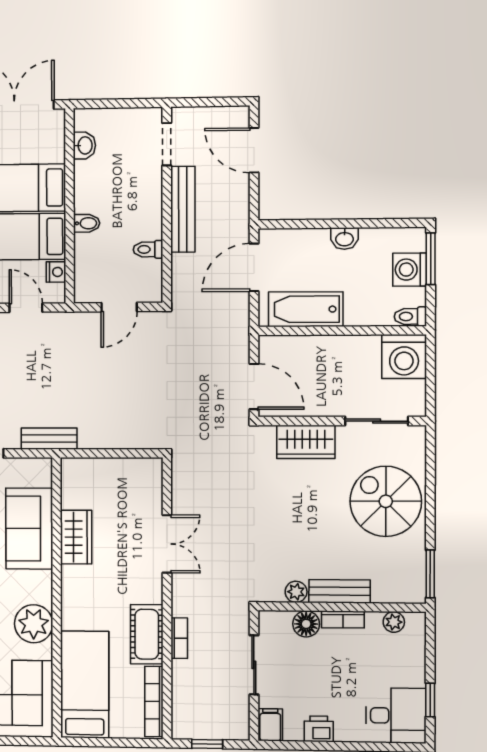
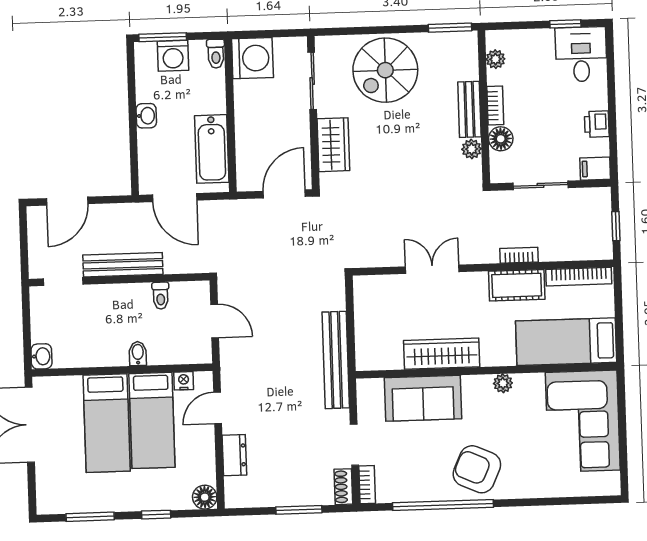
washbasin: (84, 145) -> (41, 356), moved, turned 90
bench: (49, 439) -> (336, 360), width x1.86, depth x1.21
wardrobe: (76, 537) -> (442, 354), width x1.50
plant: (34, 624) -> (503, 383), width x0.53, depth x0.53

